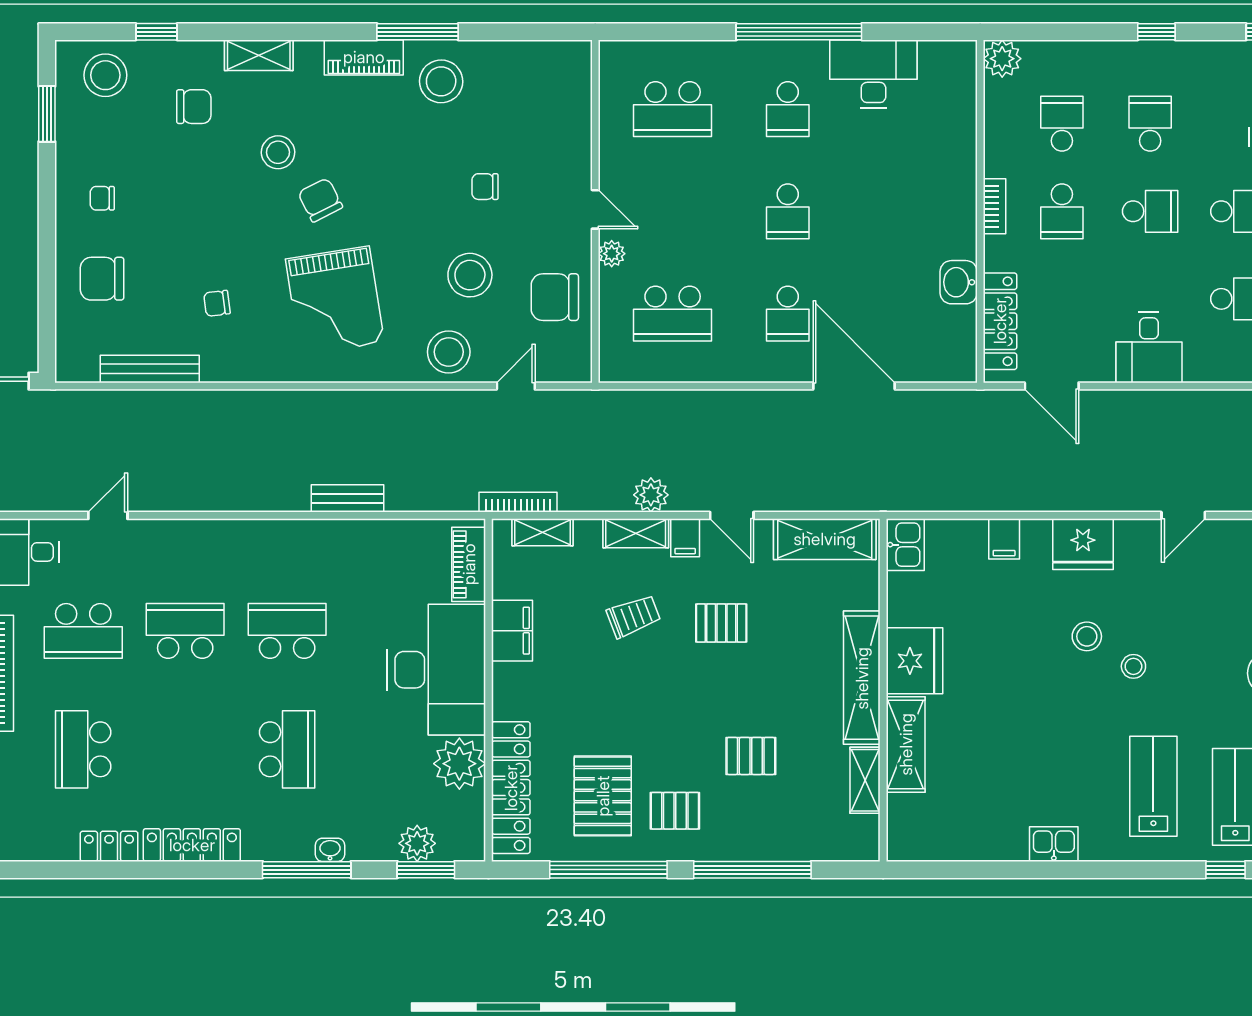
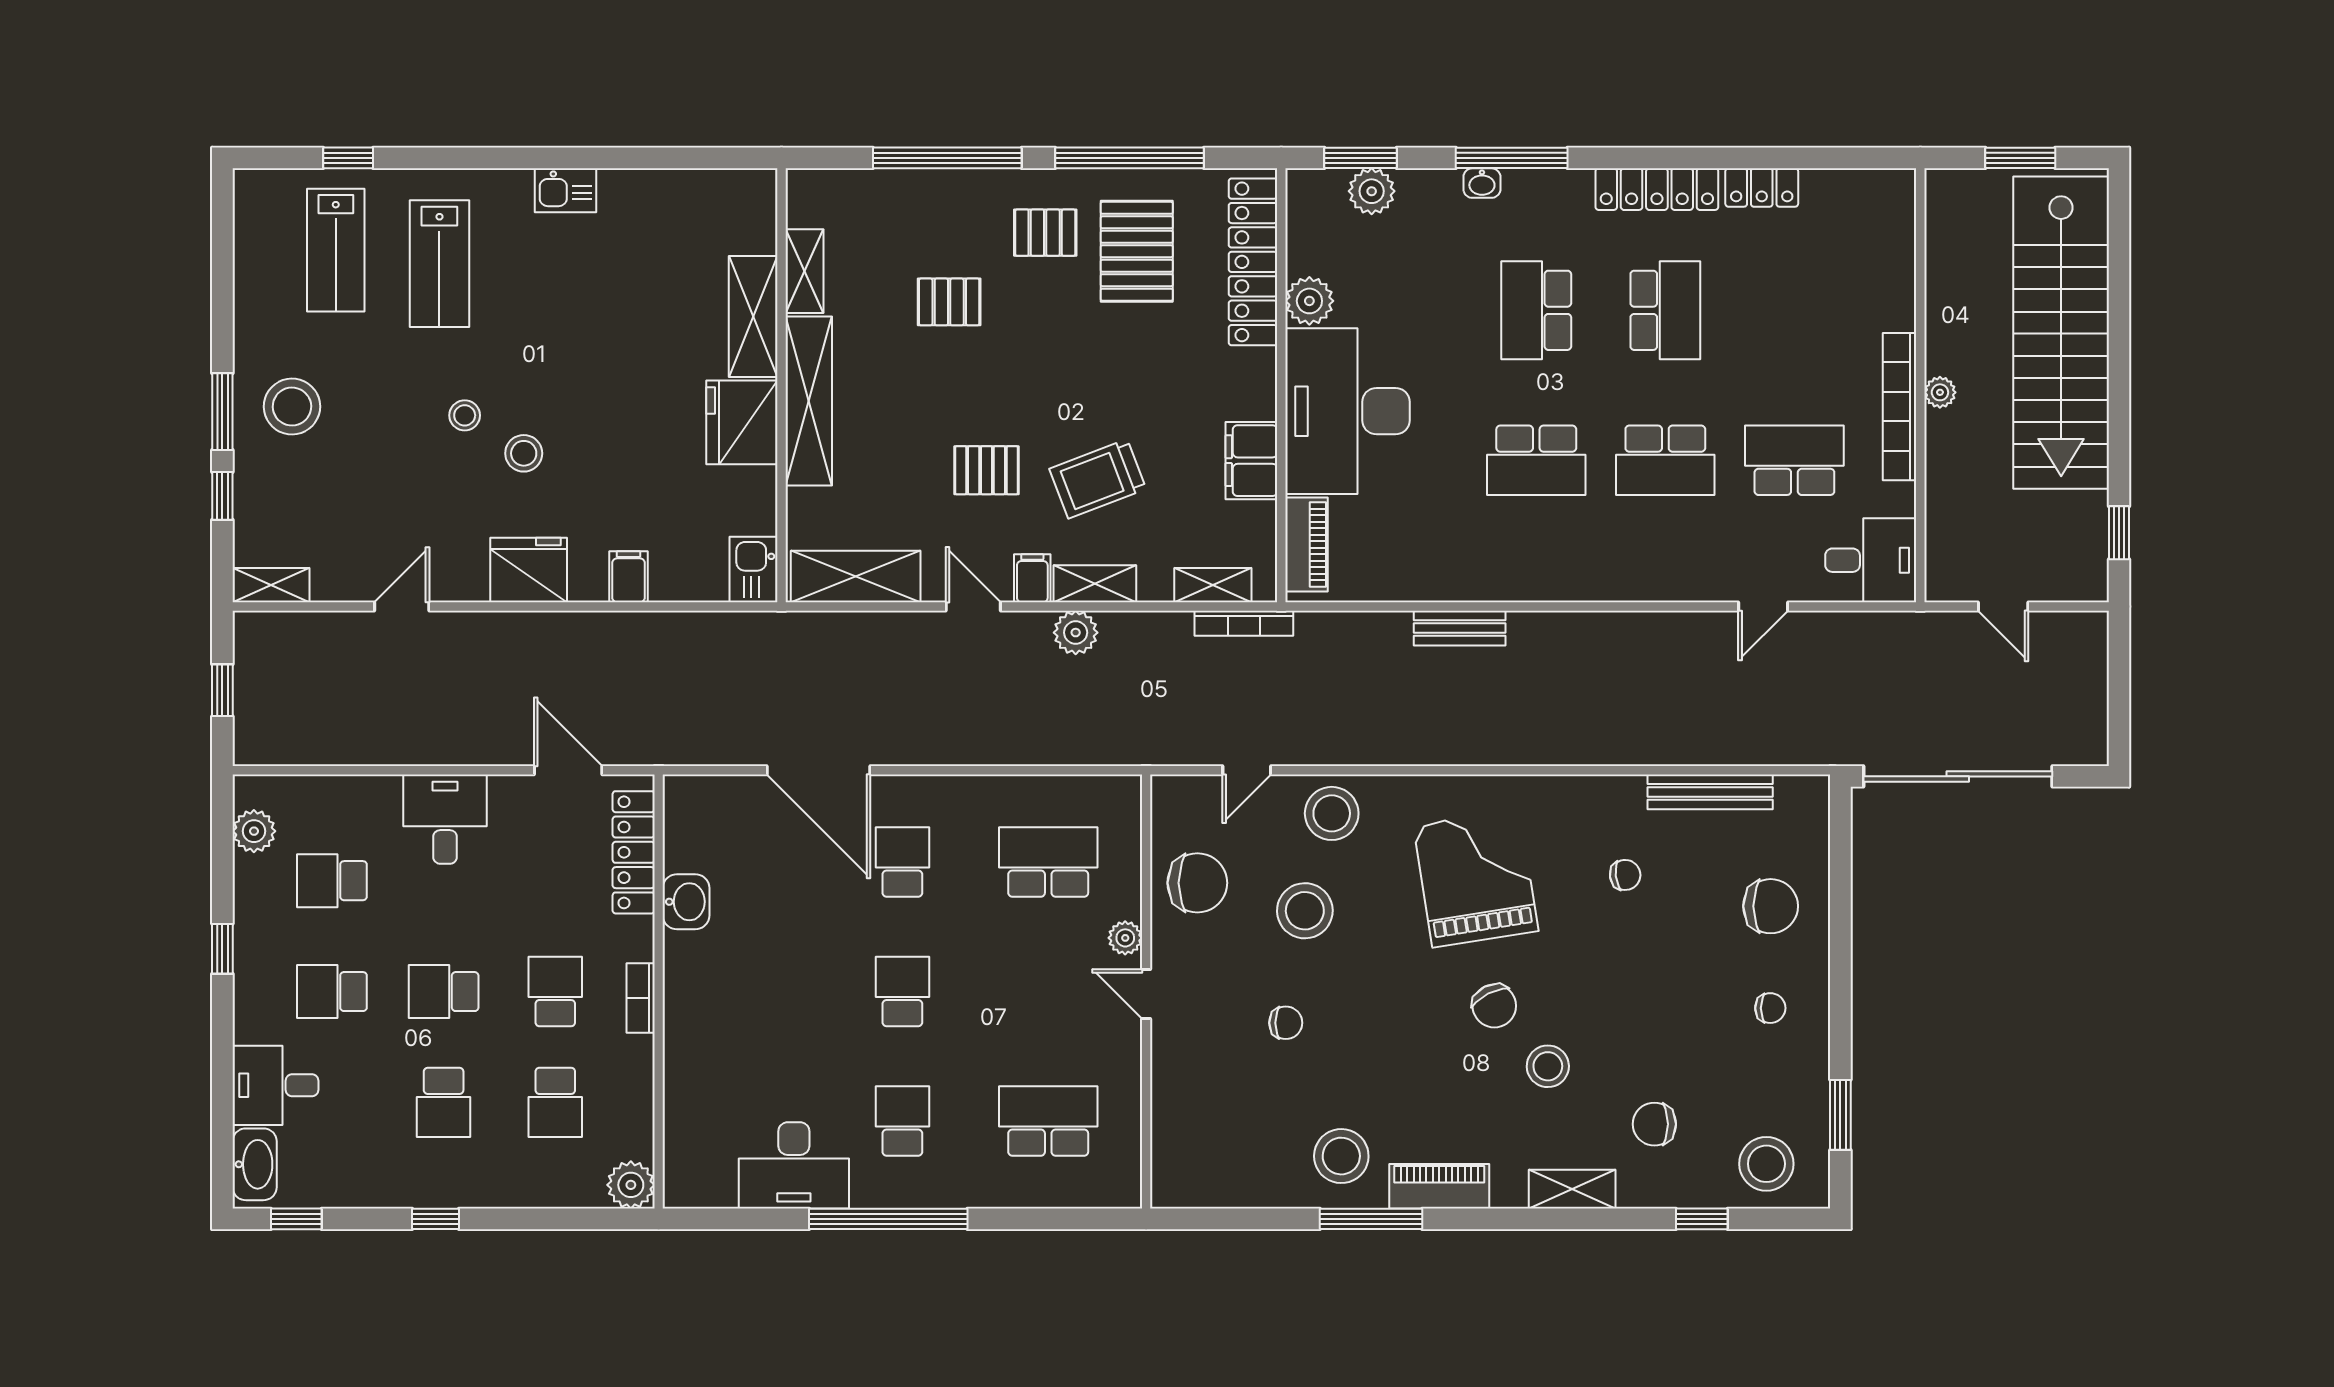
trolley: (634, 616) -> (1098, 479), width x1.36, depth x1.39
school desk: (83, 749) -> (1665, 310), moved
plant: (459, 764) -> (1309, 301), width x0.73, depth x0.73

